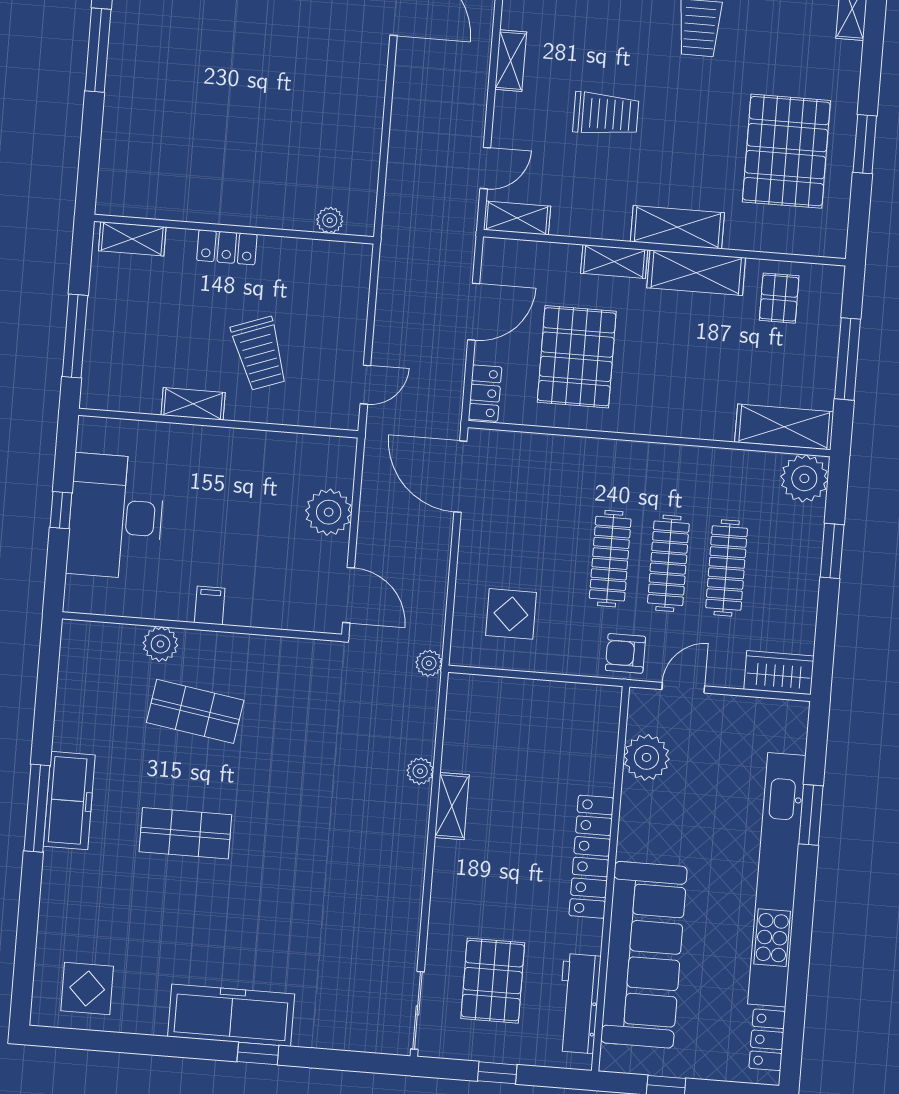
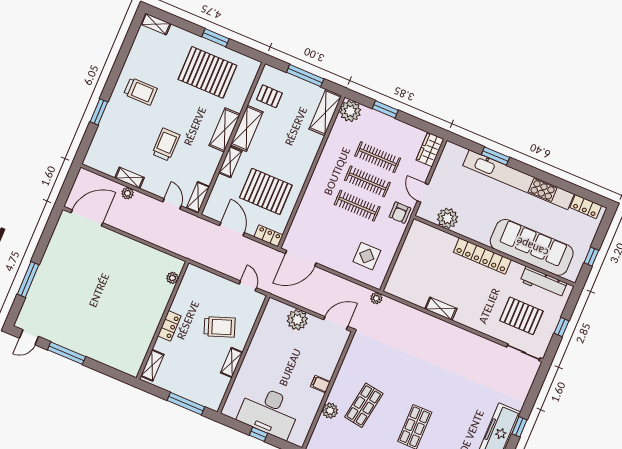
plant: (420, 771) -> (128, 193), moved

